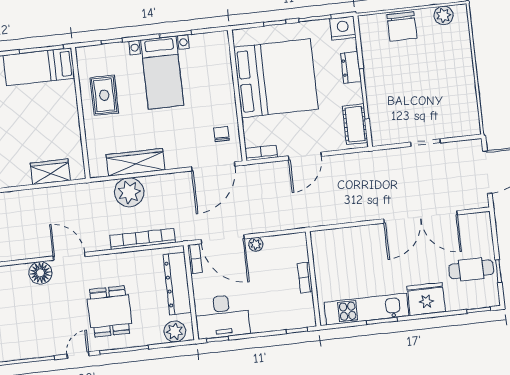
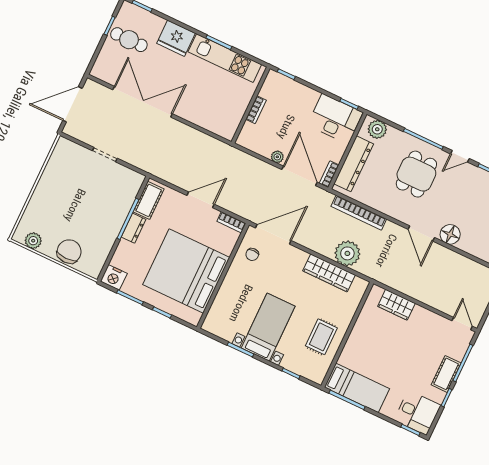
dresser: (351, 67) -> (134, 228), moved

